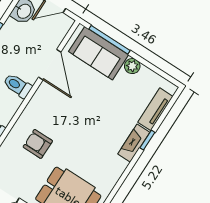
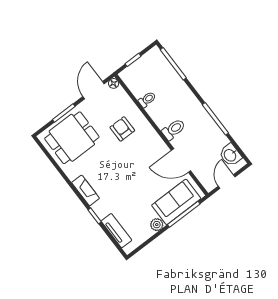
fireplace: (134, 143) -> (86, 190), moved
armchair: (38, 144) -> (122, 129), turned -90

